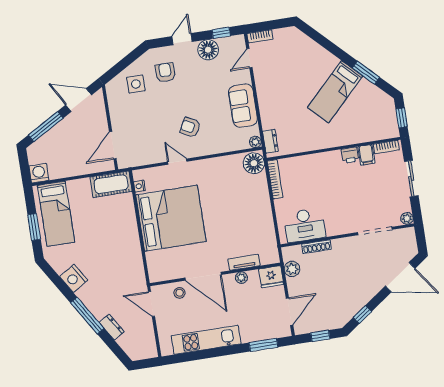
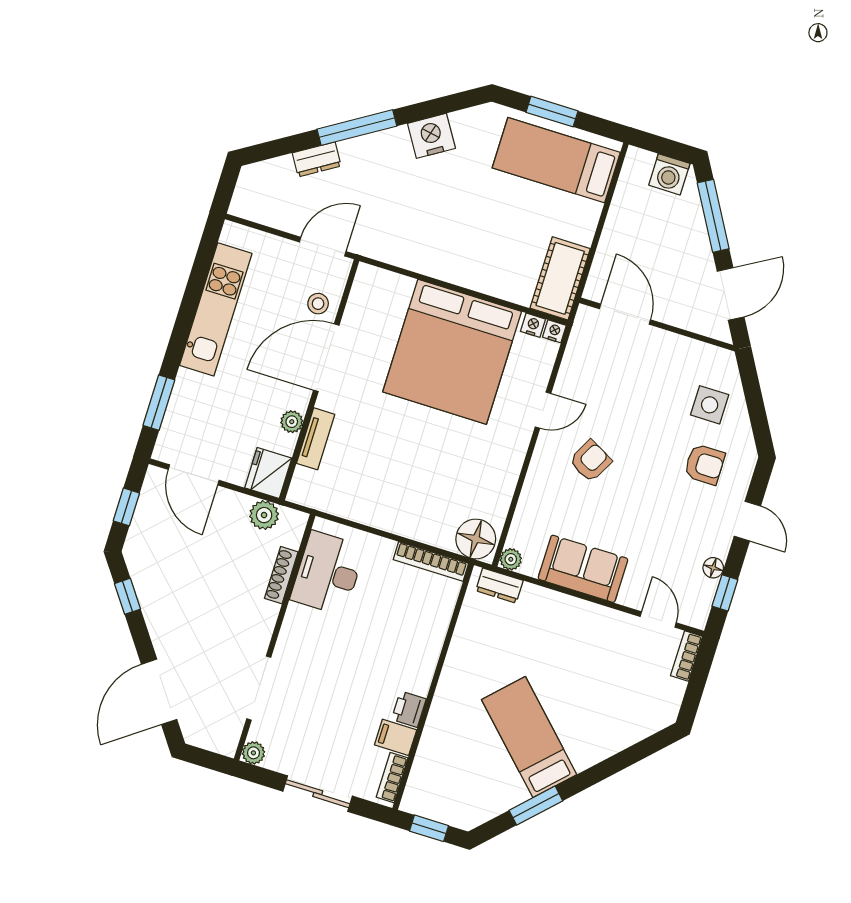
floor lamp: (208, 50) -> (713, 568), width x0.53, depth x0.53
washing machine: (39, 173) -> (669, 174), moved, turned 90
nightstand: (137, 175) -> (554, 331), added

